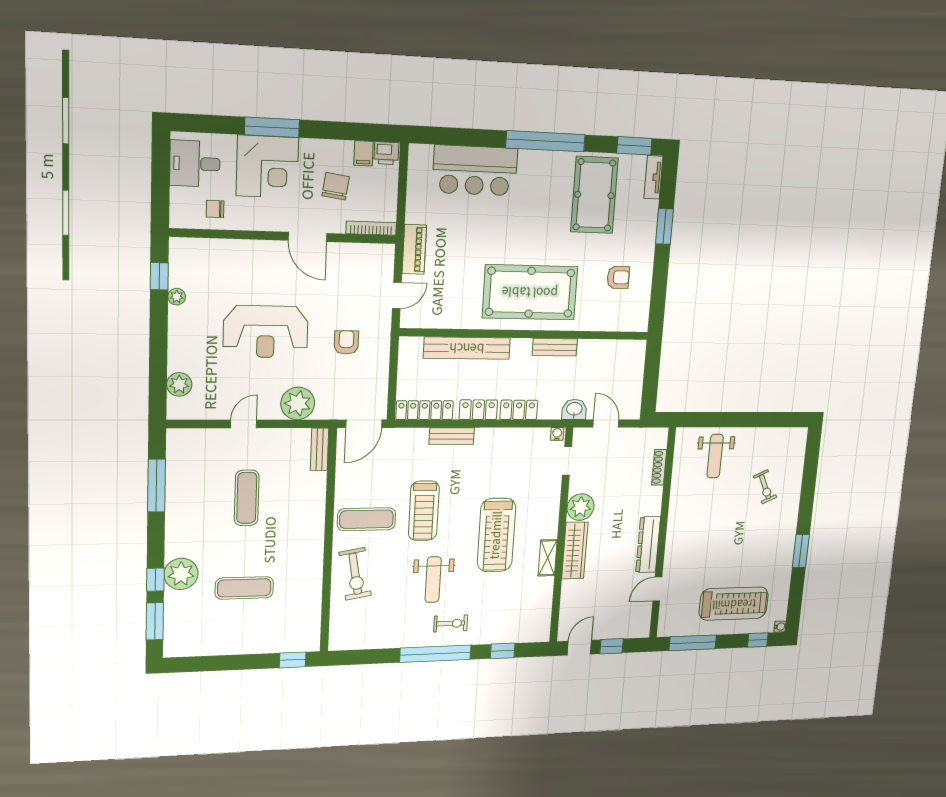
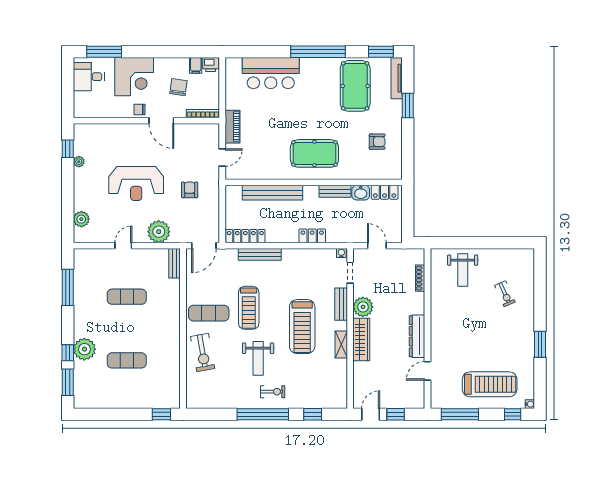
window: (272, 127) -> (104, 52), moved
tv unit: (653, 177) -> (397, 78), width x1.41
chair: (215, 209) -> (140, 110), moved
pool table: (530, 292) -> (314, 153), width x0.73, depth x0.76
washbasin: (574, 409) -> (361, 193), moved, turned 180
locker: (478, 410) -> (385, 192), moved, turned 180
bench: (452, 436) -> (260, 254), width x1.36
exercise mat: (247, 498) -> (127, 297), turned 90
bench: (552, 504) -> (341, 304), added

